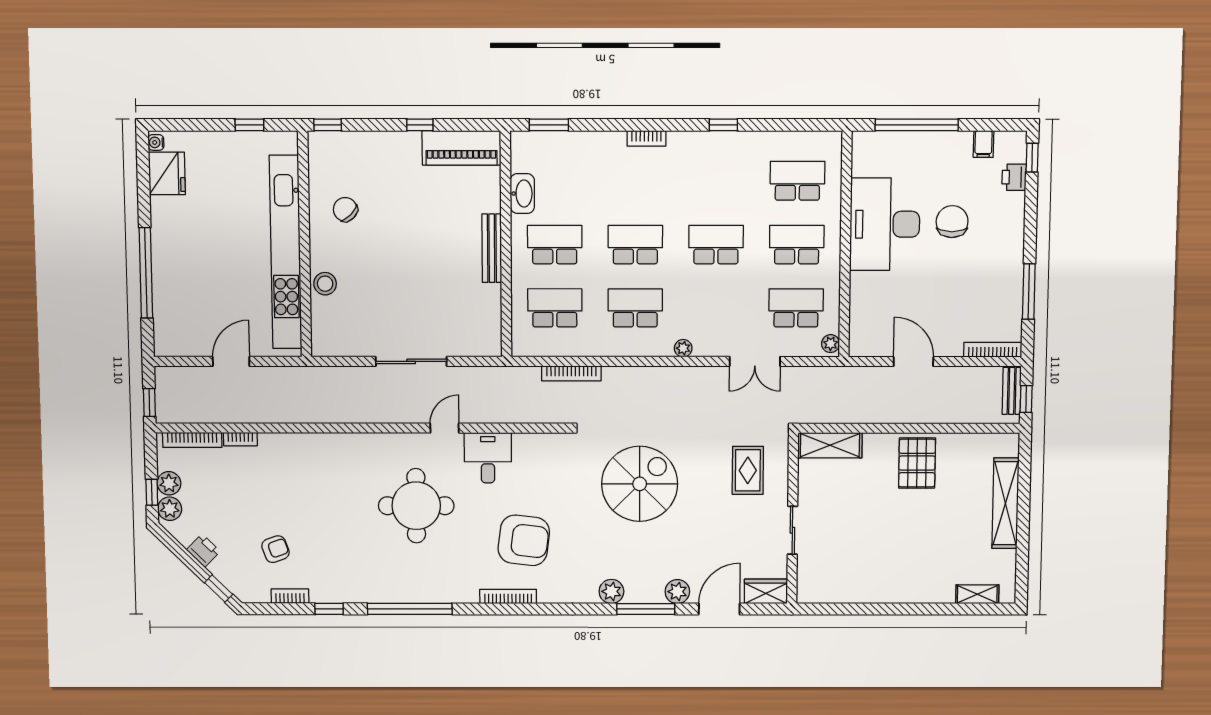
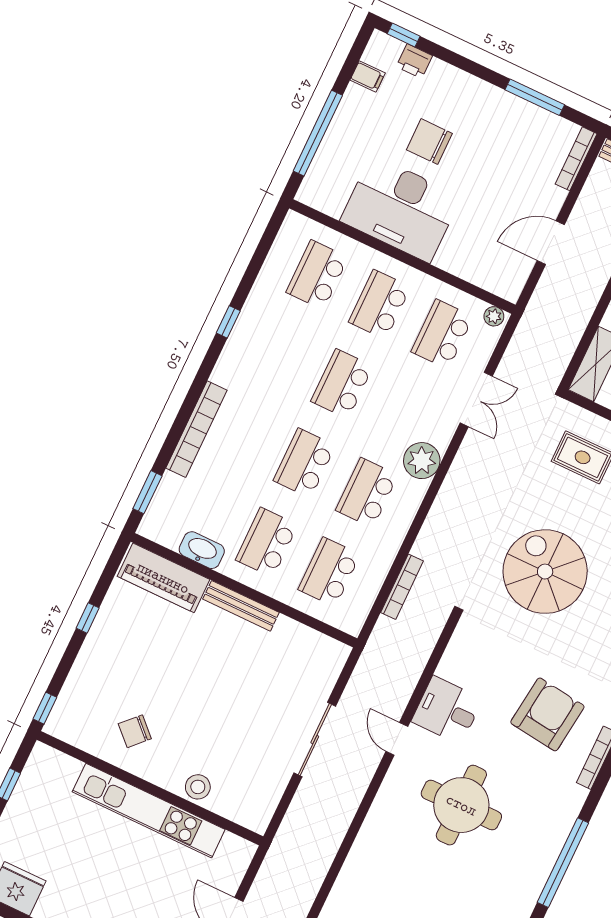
bookcase: (646, 138) -> (196, 429), width x2.31, depth x1.31
piano: (461, 148) -> (163, 578), moved, turned 90
kitchen unit: (286, 252) -> (149, 811), width x0.73
plant: (683, 348) -> (422, 461), width x1.88, depth x1.88

